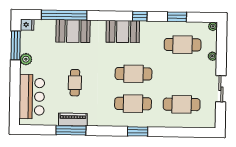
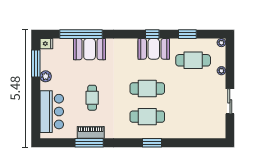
booth: (123, 32) -> (154, 49), moved
cafe table: (182, 104) -> (193, 117), removed

